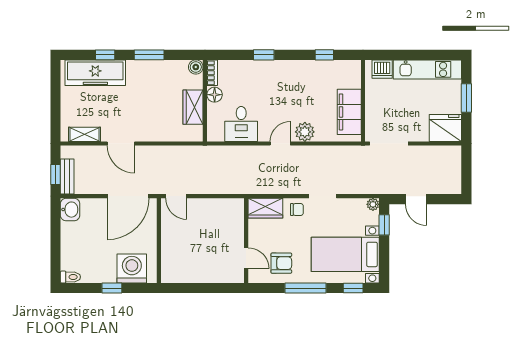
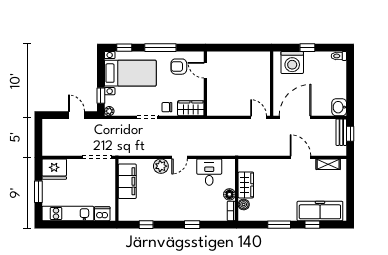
boiler: (196, 67) -> (244, 204), moved

